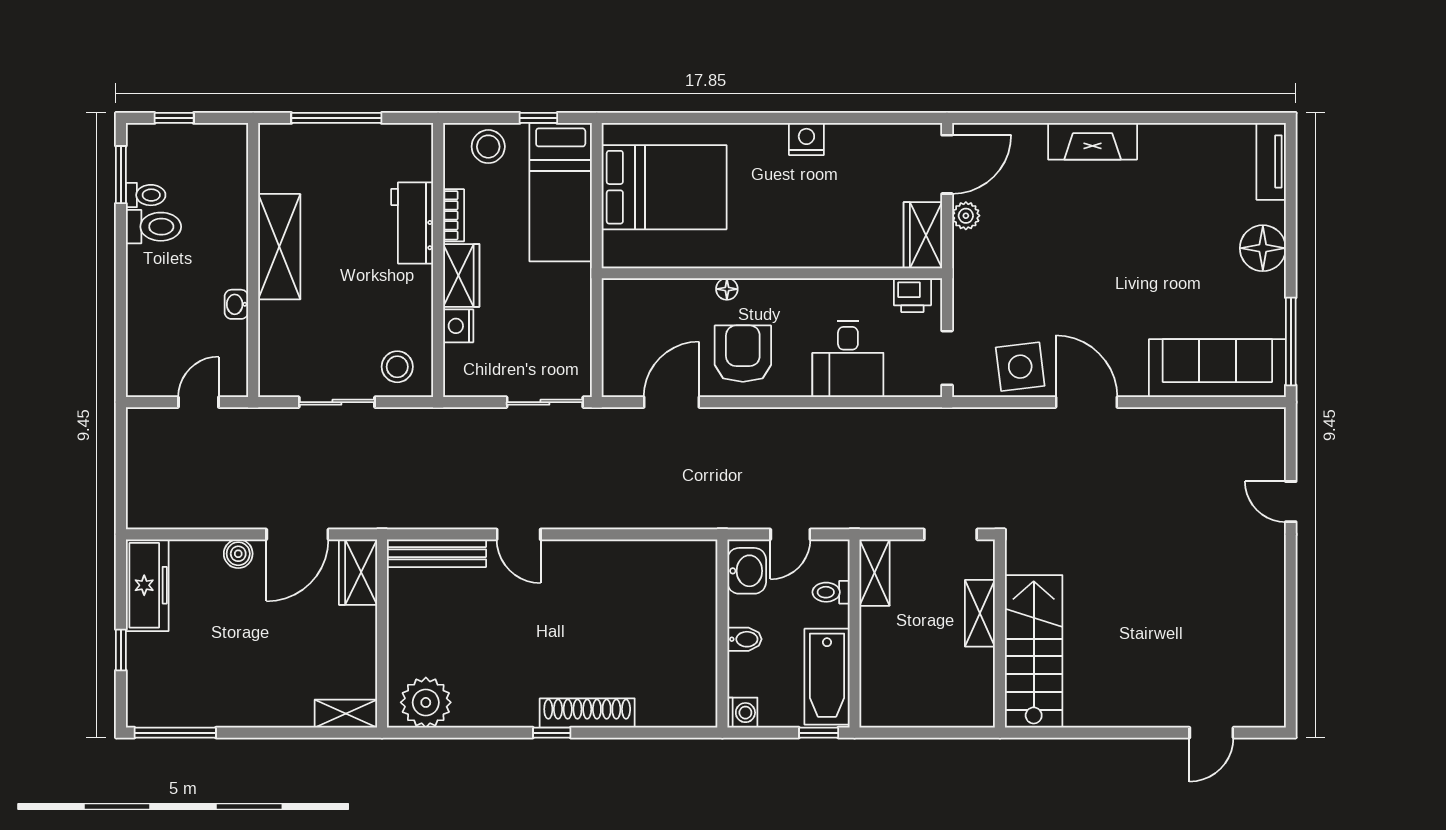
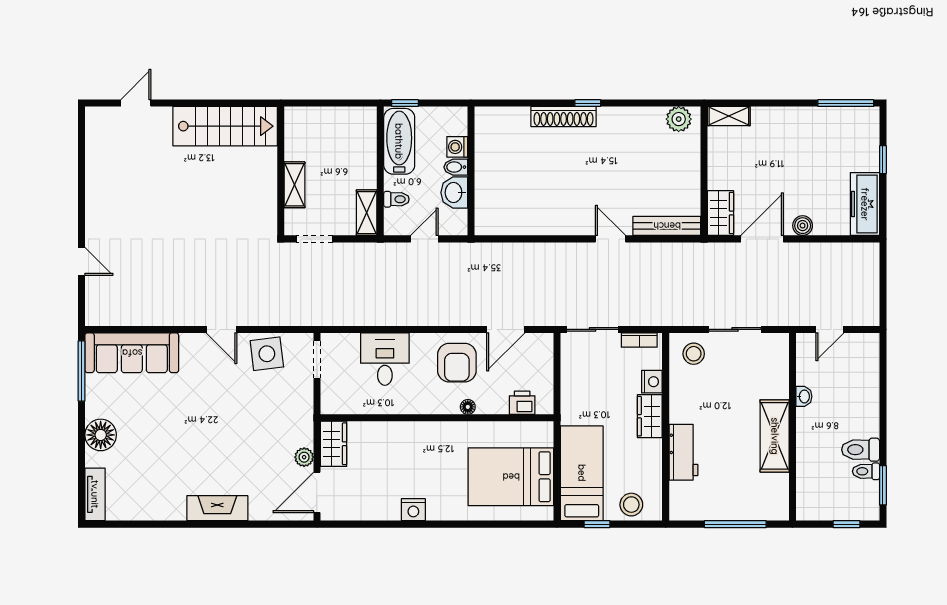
bookcase: (454, 215) -> (639, 340), moved, turned -90
printer: (912, 295) -> (522, 403), moved
door: (1086, 402) -> (221, 329), width x0.73
washbasin: (747, 571) -> (454, 193), moved
stairs: (1034, 651) -> (225, 126), moved, turned -90
plant: (426, 702) -> (679, 119), width x0.73, depth x0.73
washing machine: (742, 713) -> (457, 147), moved

